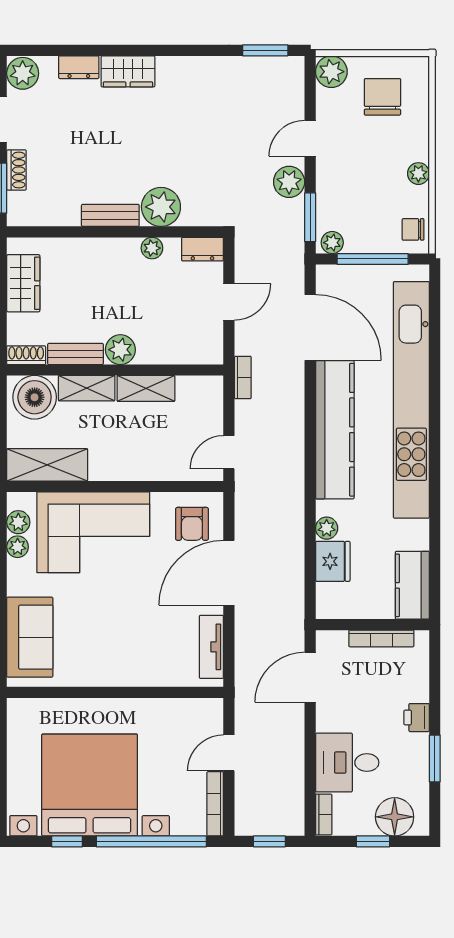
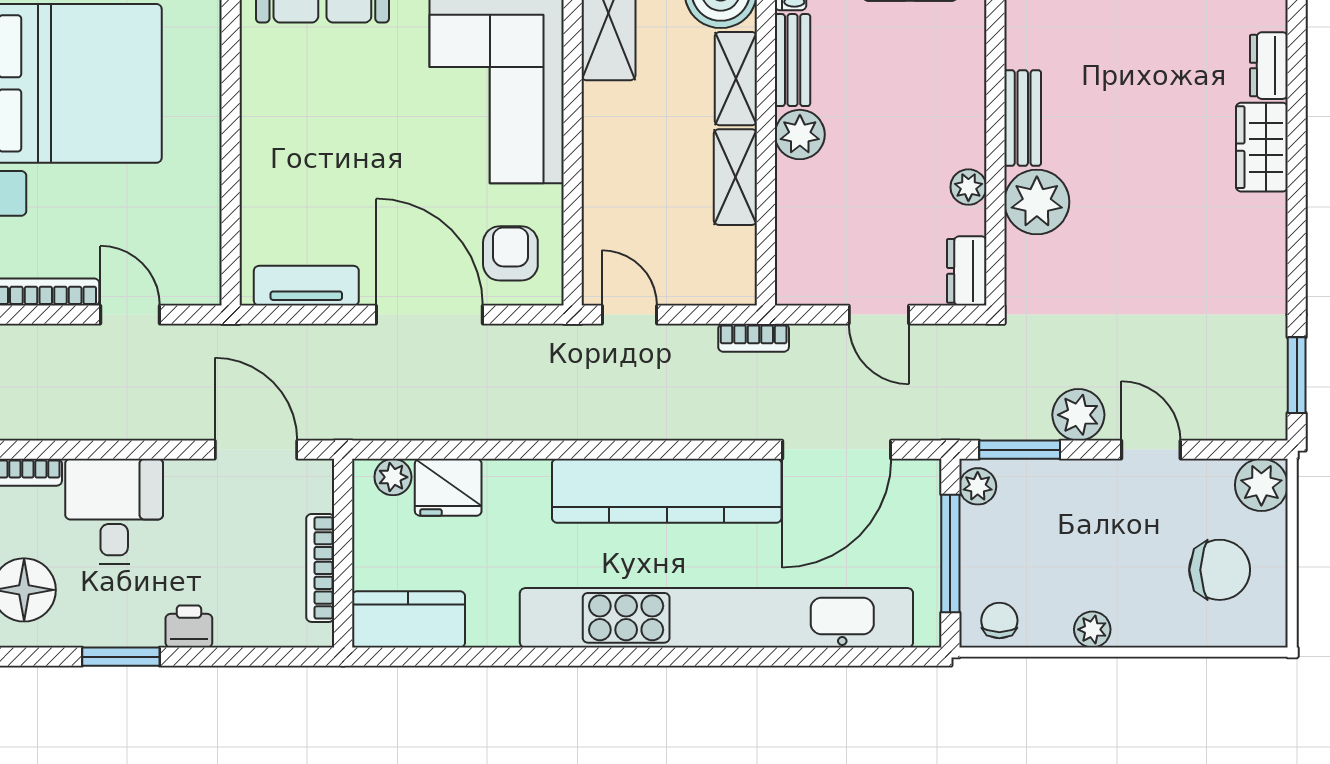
armchair: (192, 524) -> (510, 253), turned 90
plant: (327, 528) -> (393, 477), moved

